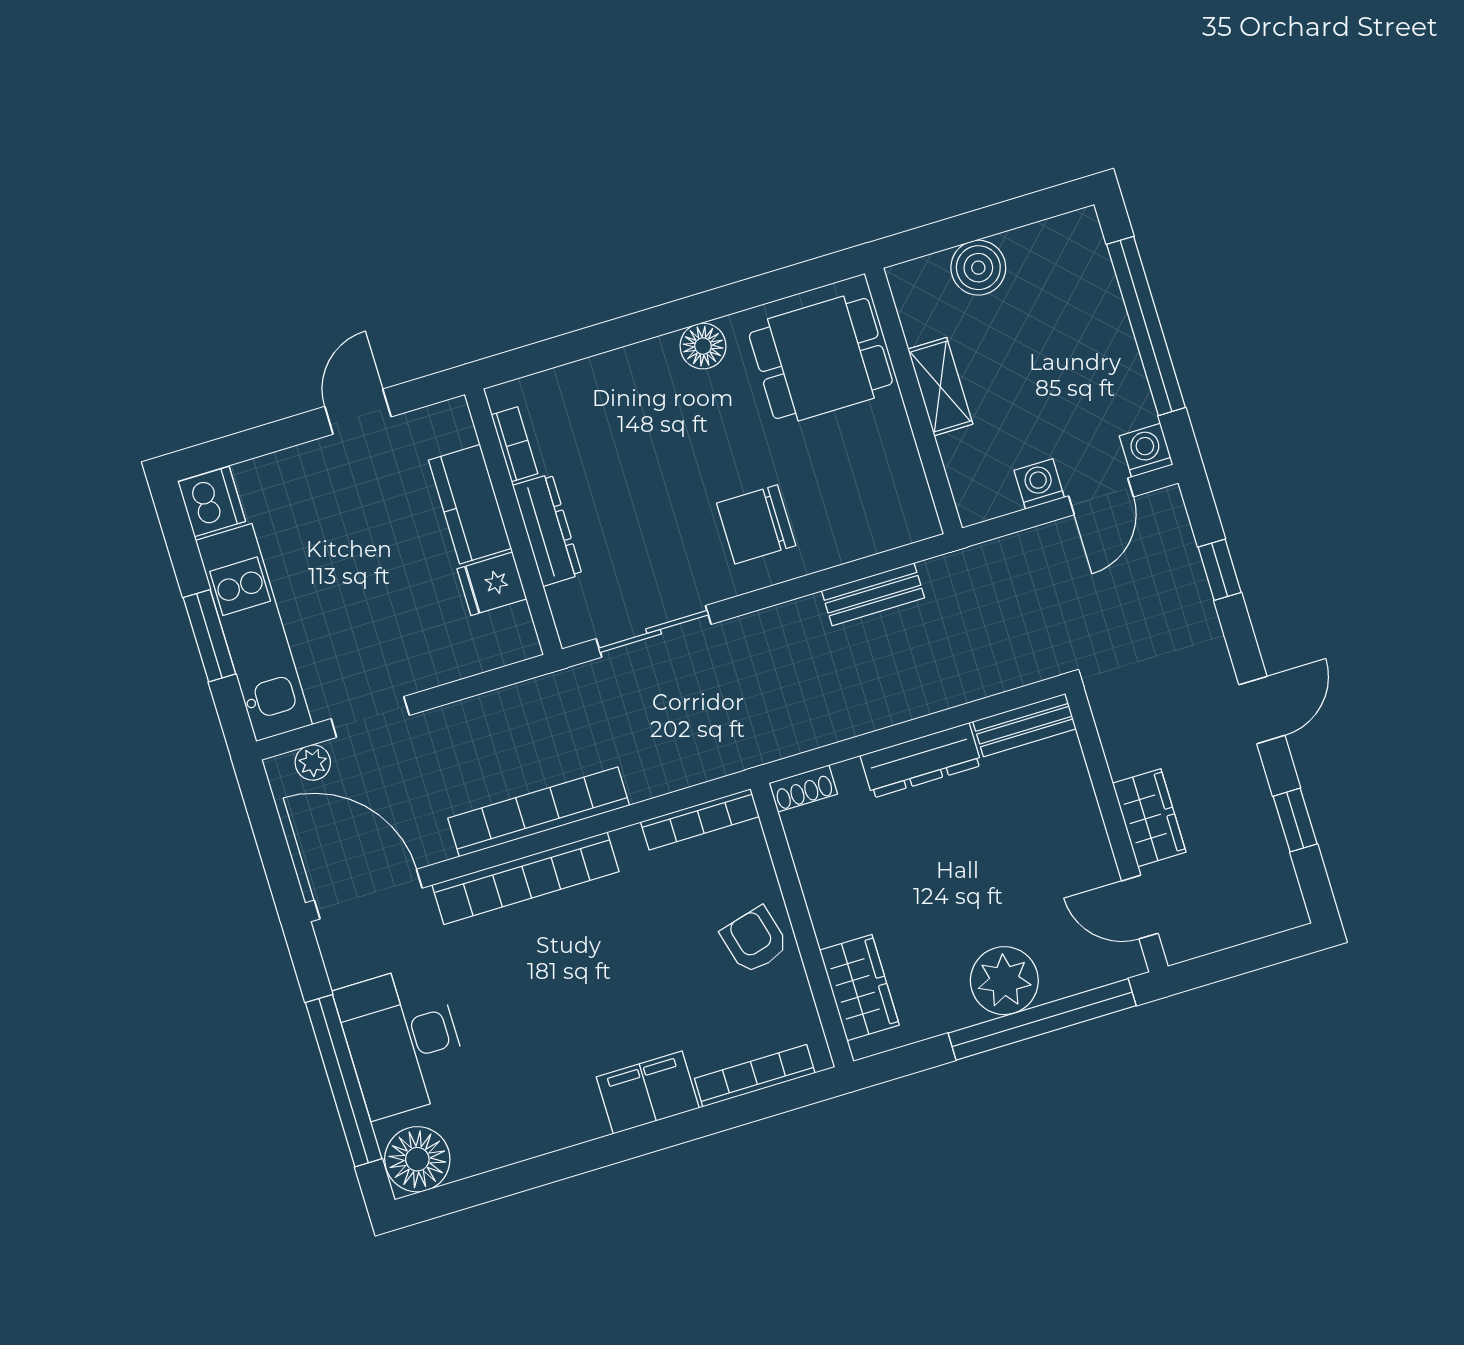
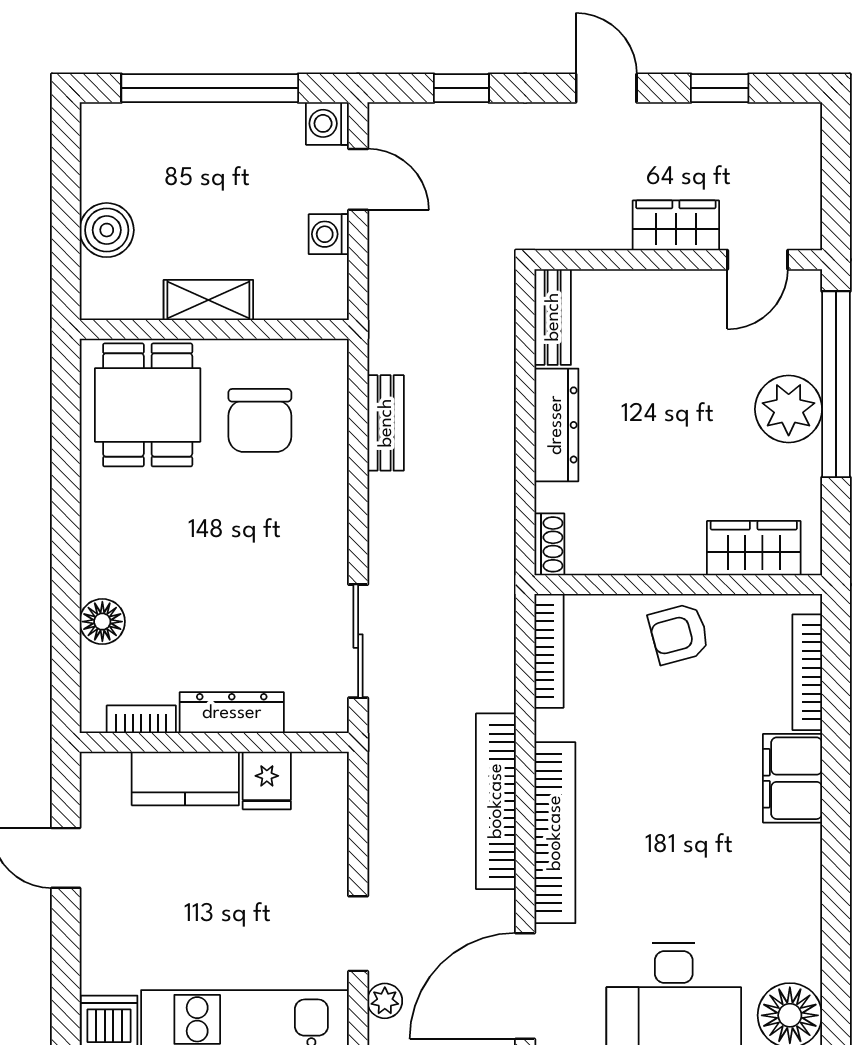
floor lamp: (703, 346) -> (102, 622), moved
chair: (756, 524) -> (260, 420), moved

